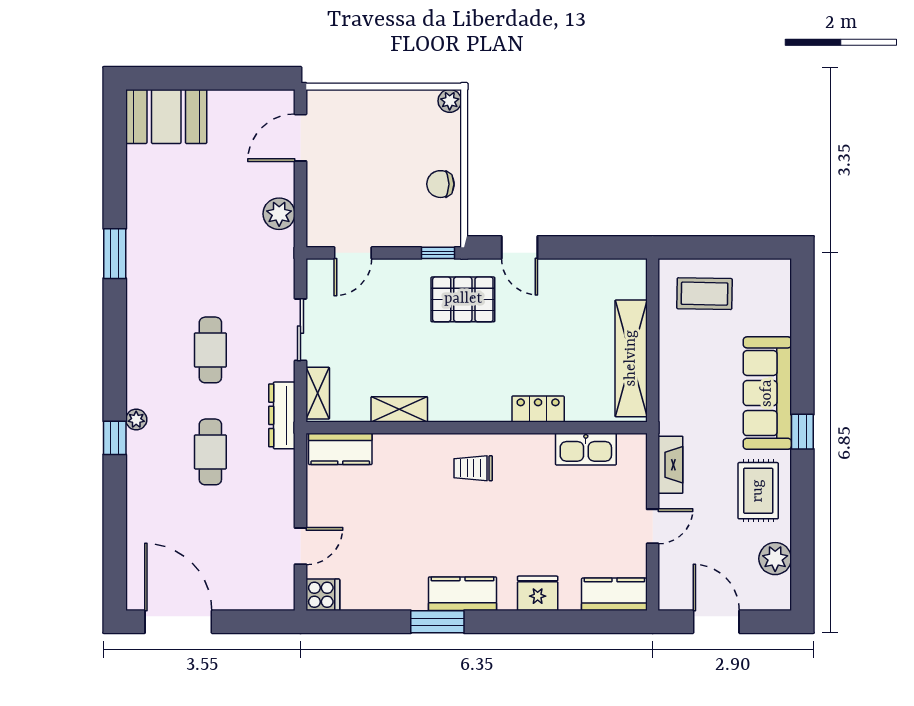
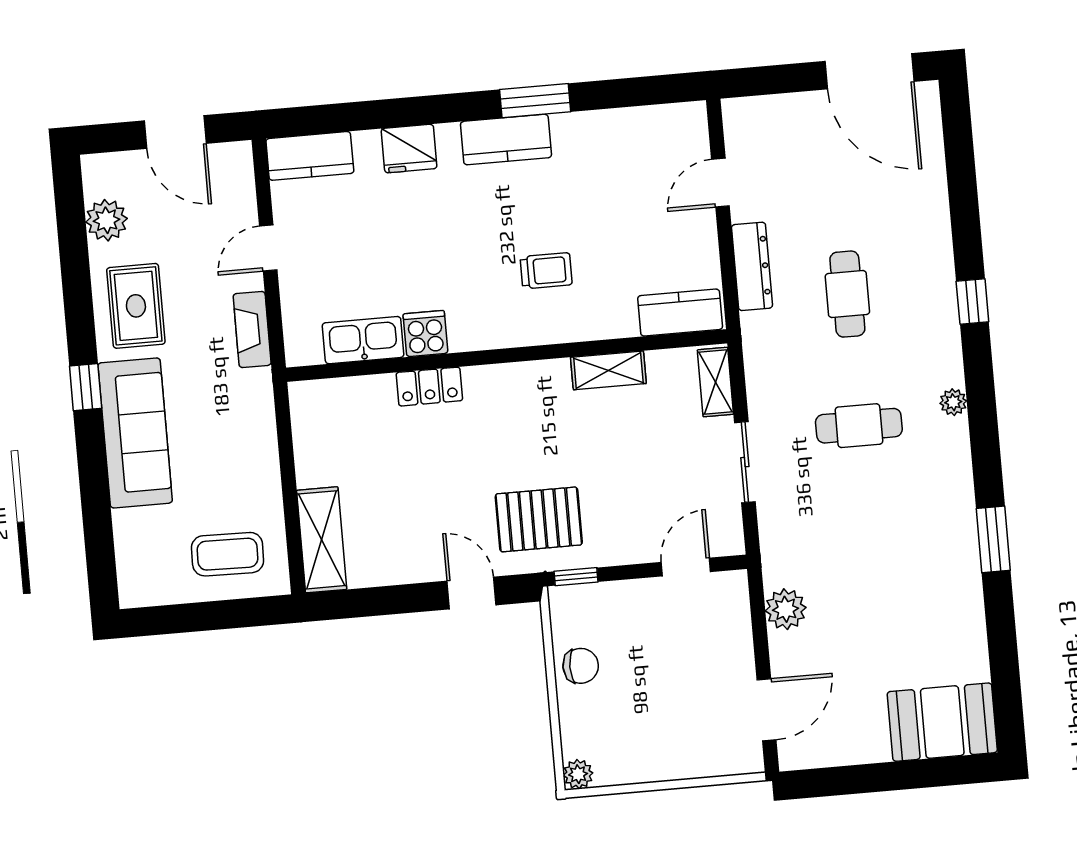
cafe table: (210, 350) -> (859, 426), turned 90
shelving: (631, 358) -> (322, 540), moved, width x0.68
dresser: (282, 415) -> (752, 266), moved
plant: (136, 420) -> (953, 402), moved
trolley: (473, 468) -> (546, 271), moved
cooker: (323, 595) -> (425, 334), moved, turned 90

